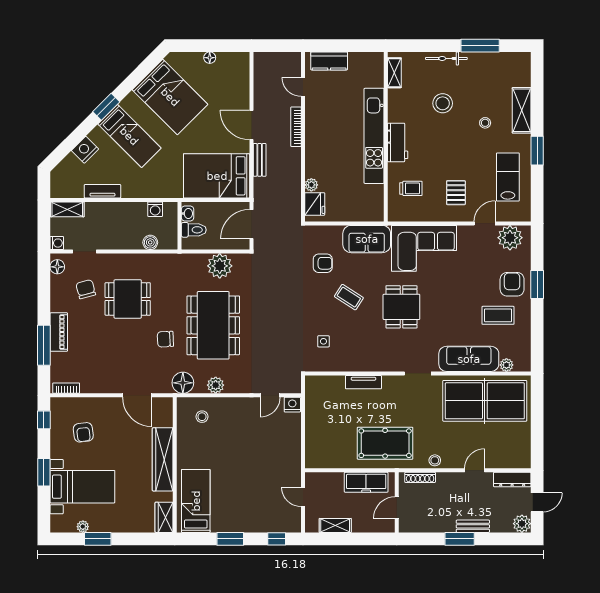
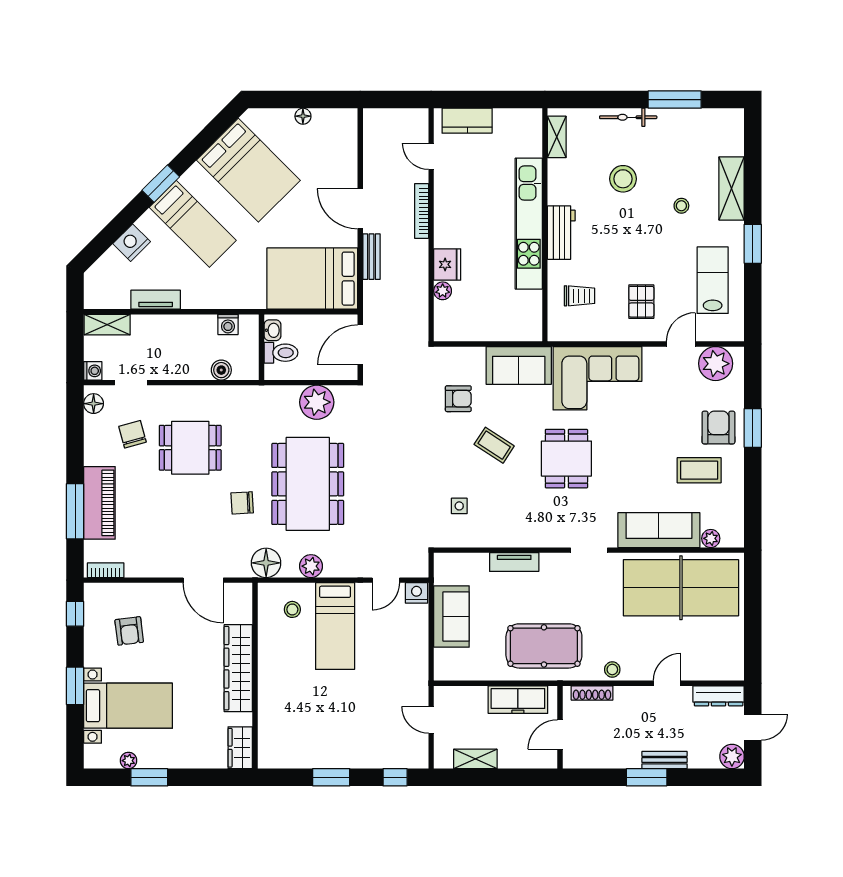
fridge: (315, 204) -> (447, 264), moved
piano: (59, 332) -> (99, 503), width x1.37, depth x1.33
sofa: (318, 422) -> (451, 617), added
bed: (196, 501) -> (335, 626), moved, turned 180

